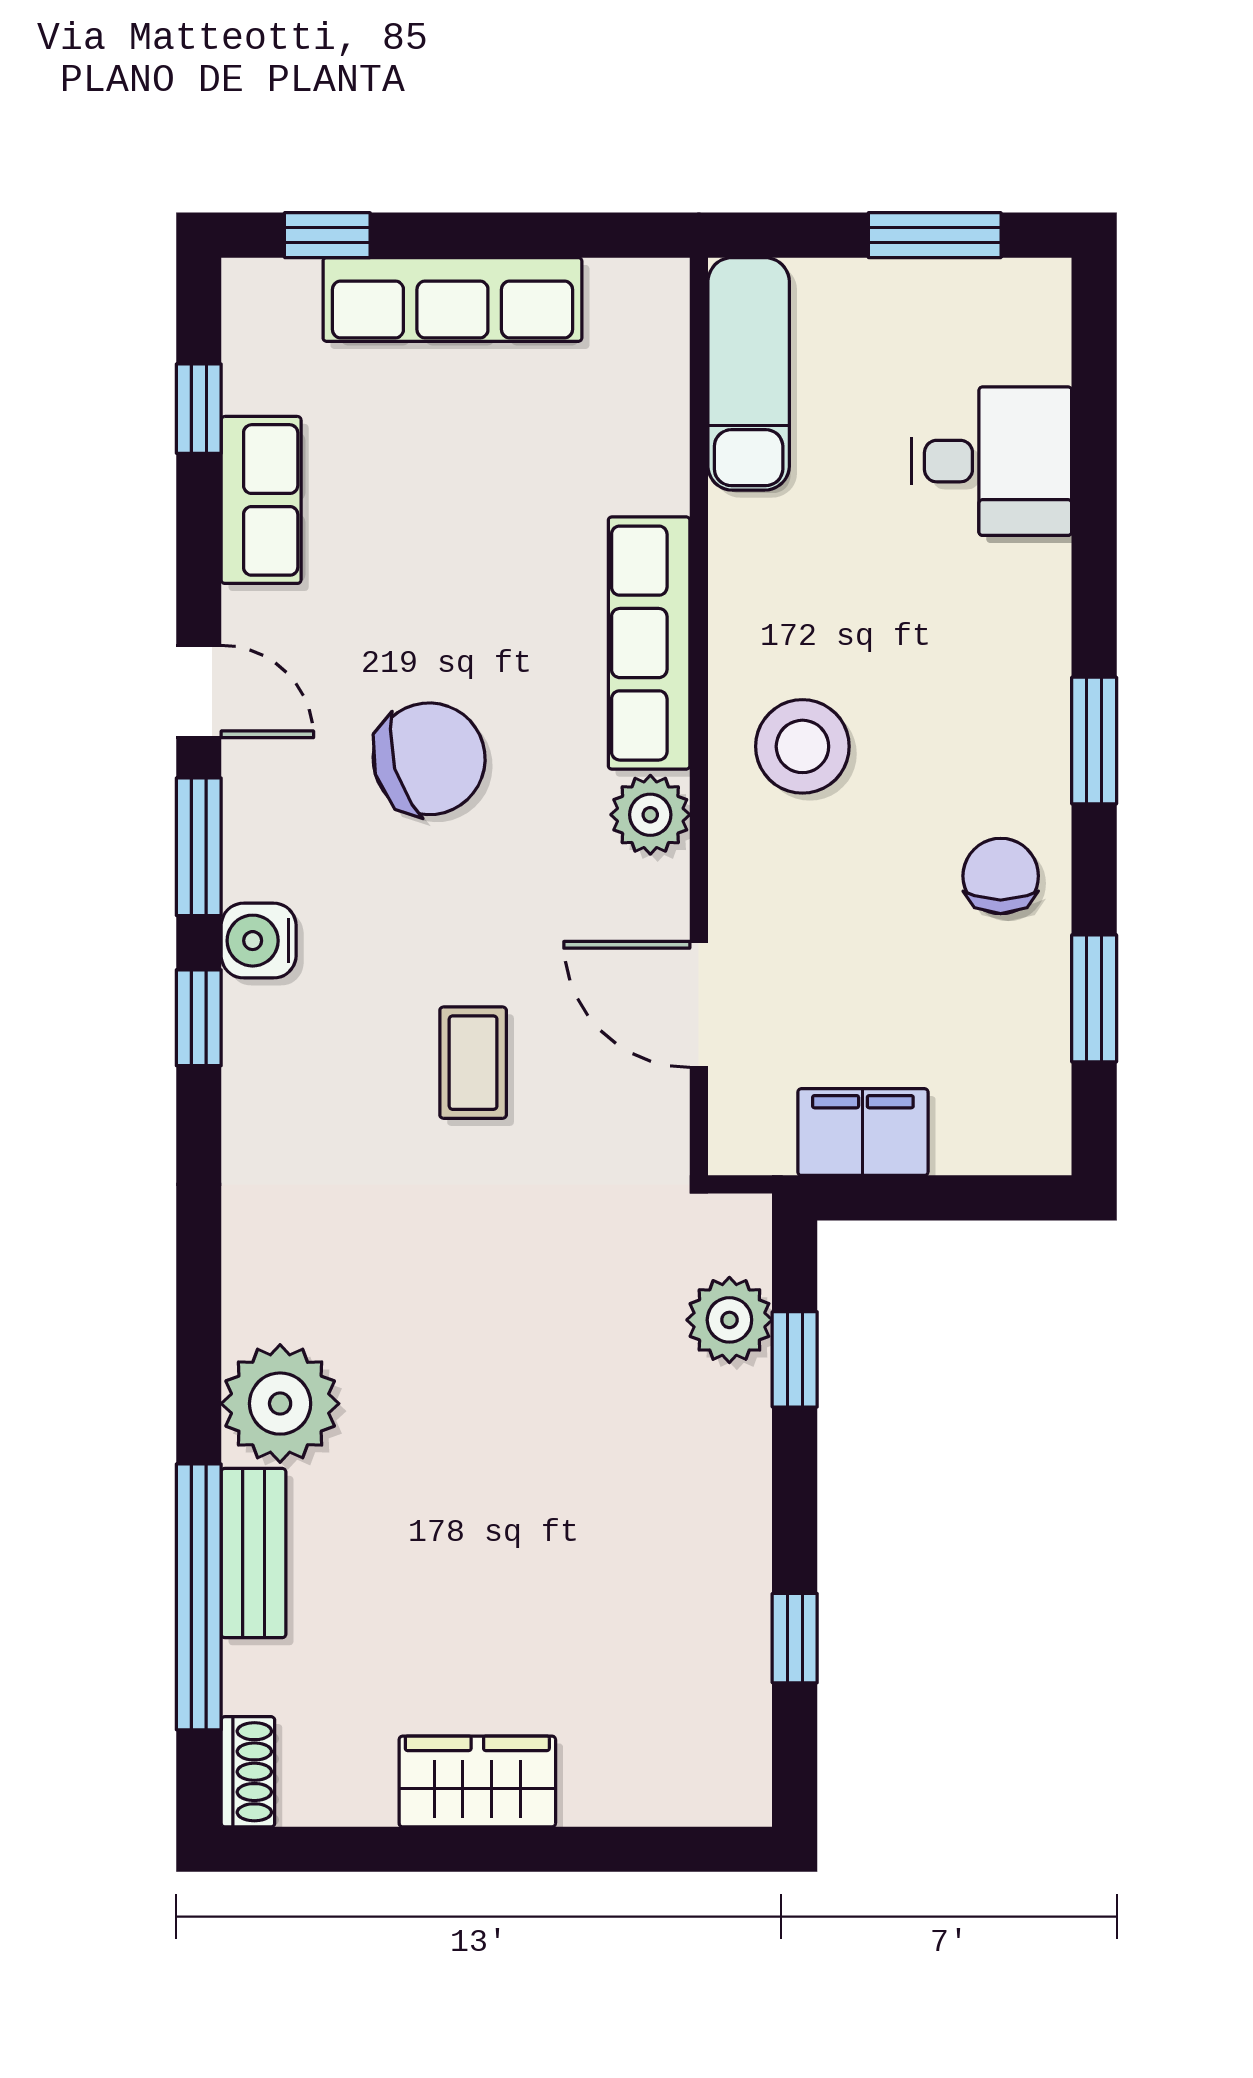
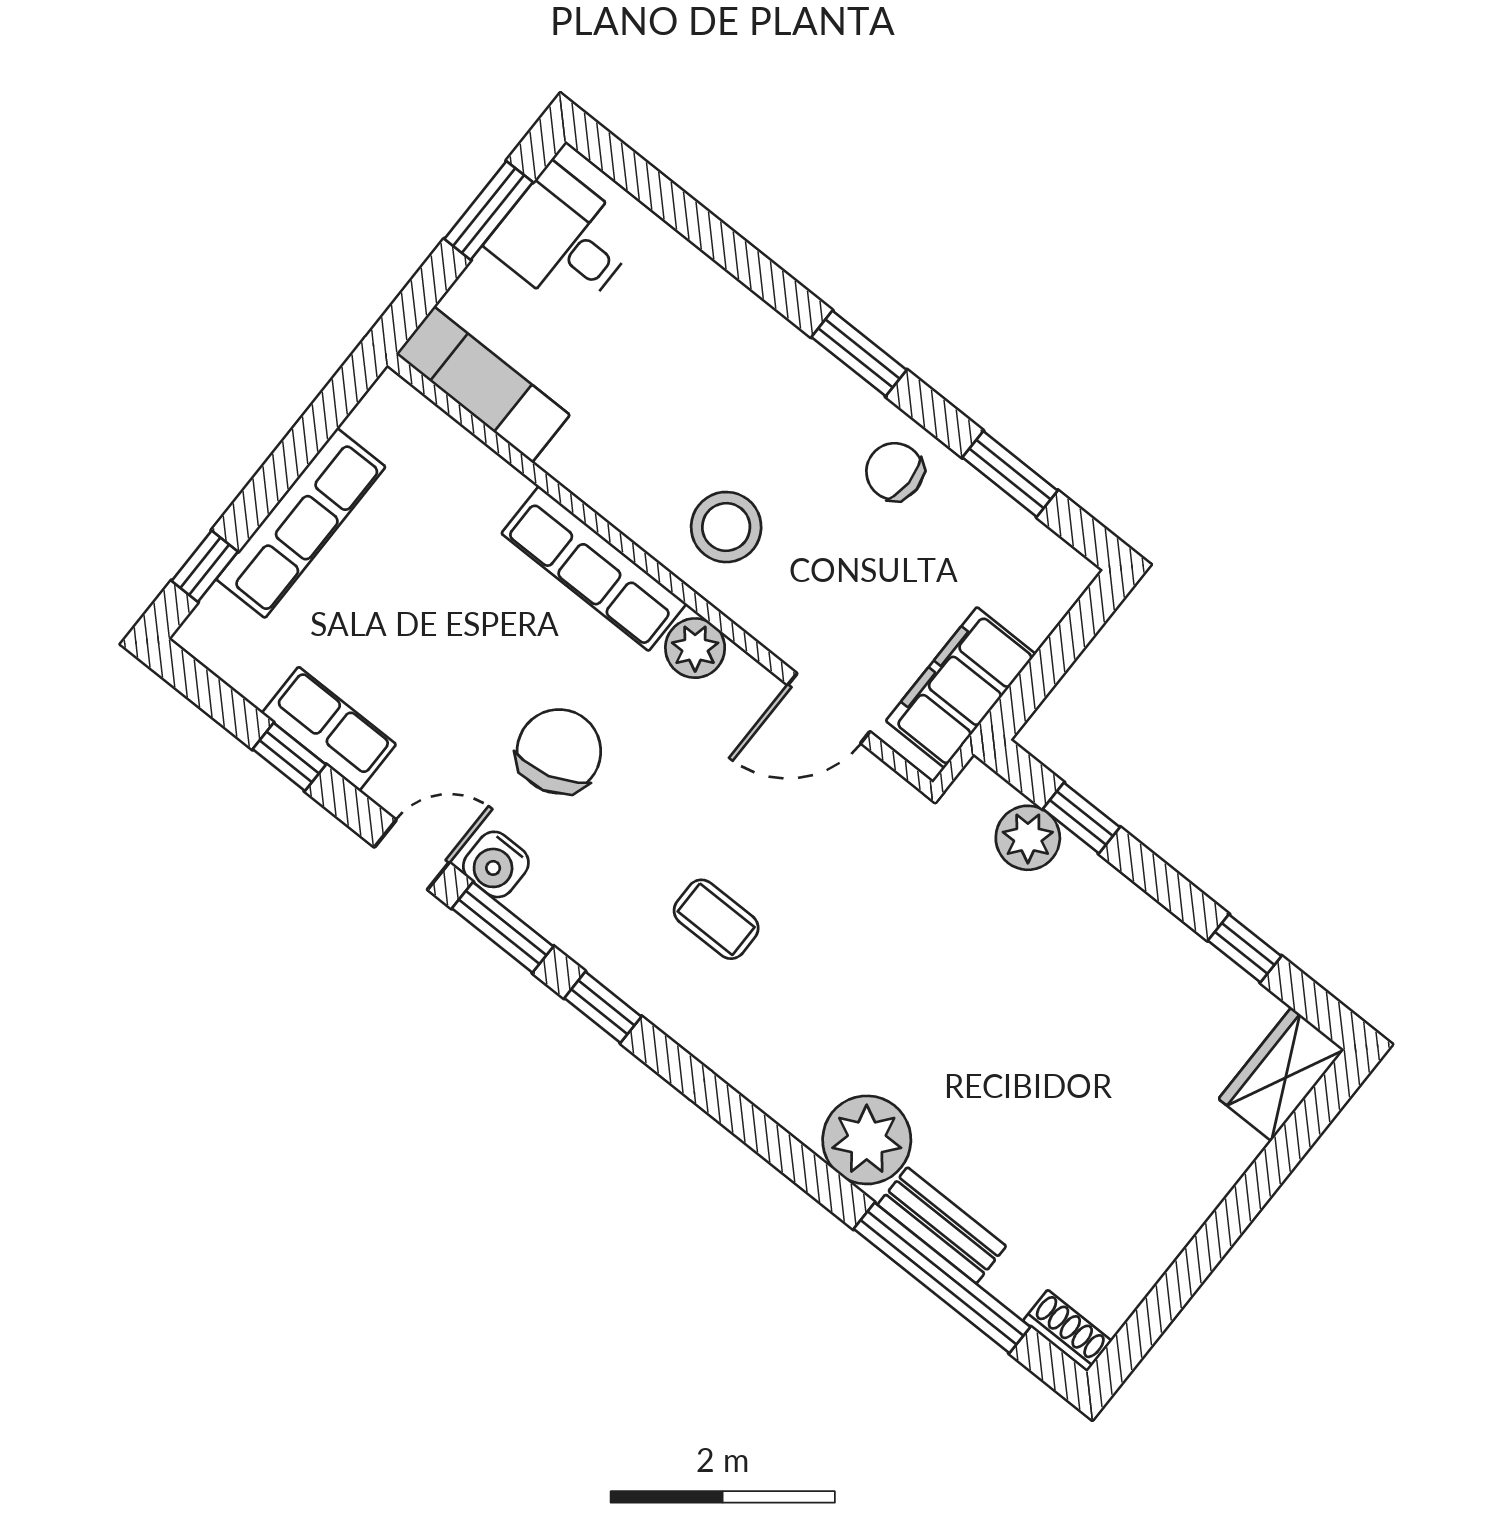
window: (199, 409) -> (289, 757), moved
desk: (992, 461) -> (564, 240), moved, turned -90
water cooler: (259, 941) -> (496, 864), moved
coffee table: (473, 1063) -> (716, 919), moved
filing cabinet: (863, 1132) -> (961, 688), width x1.50, depth x1.17
wardrobe: (477, 1781) -> (1281, 1074), moved

